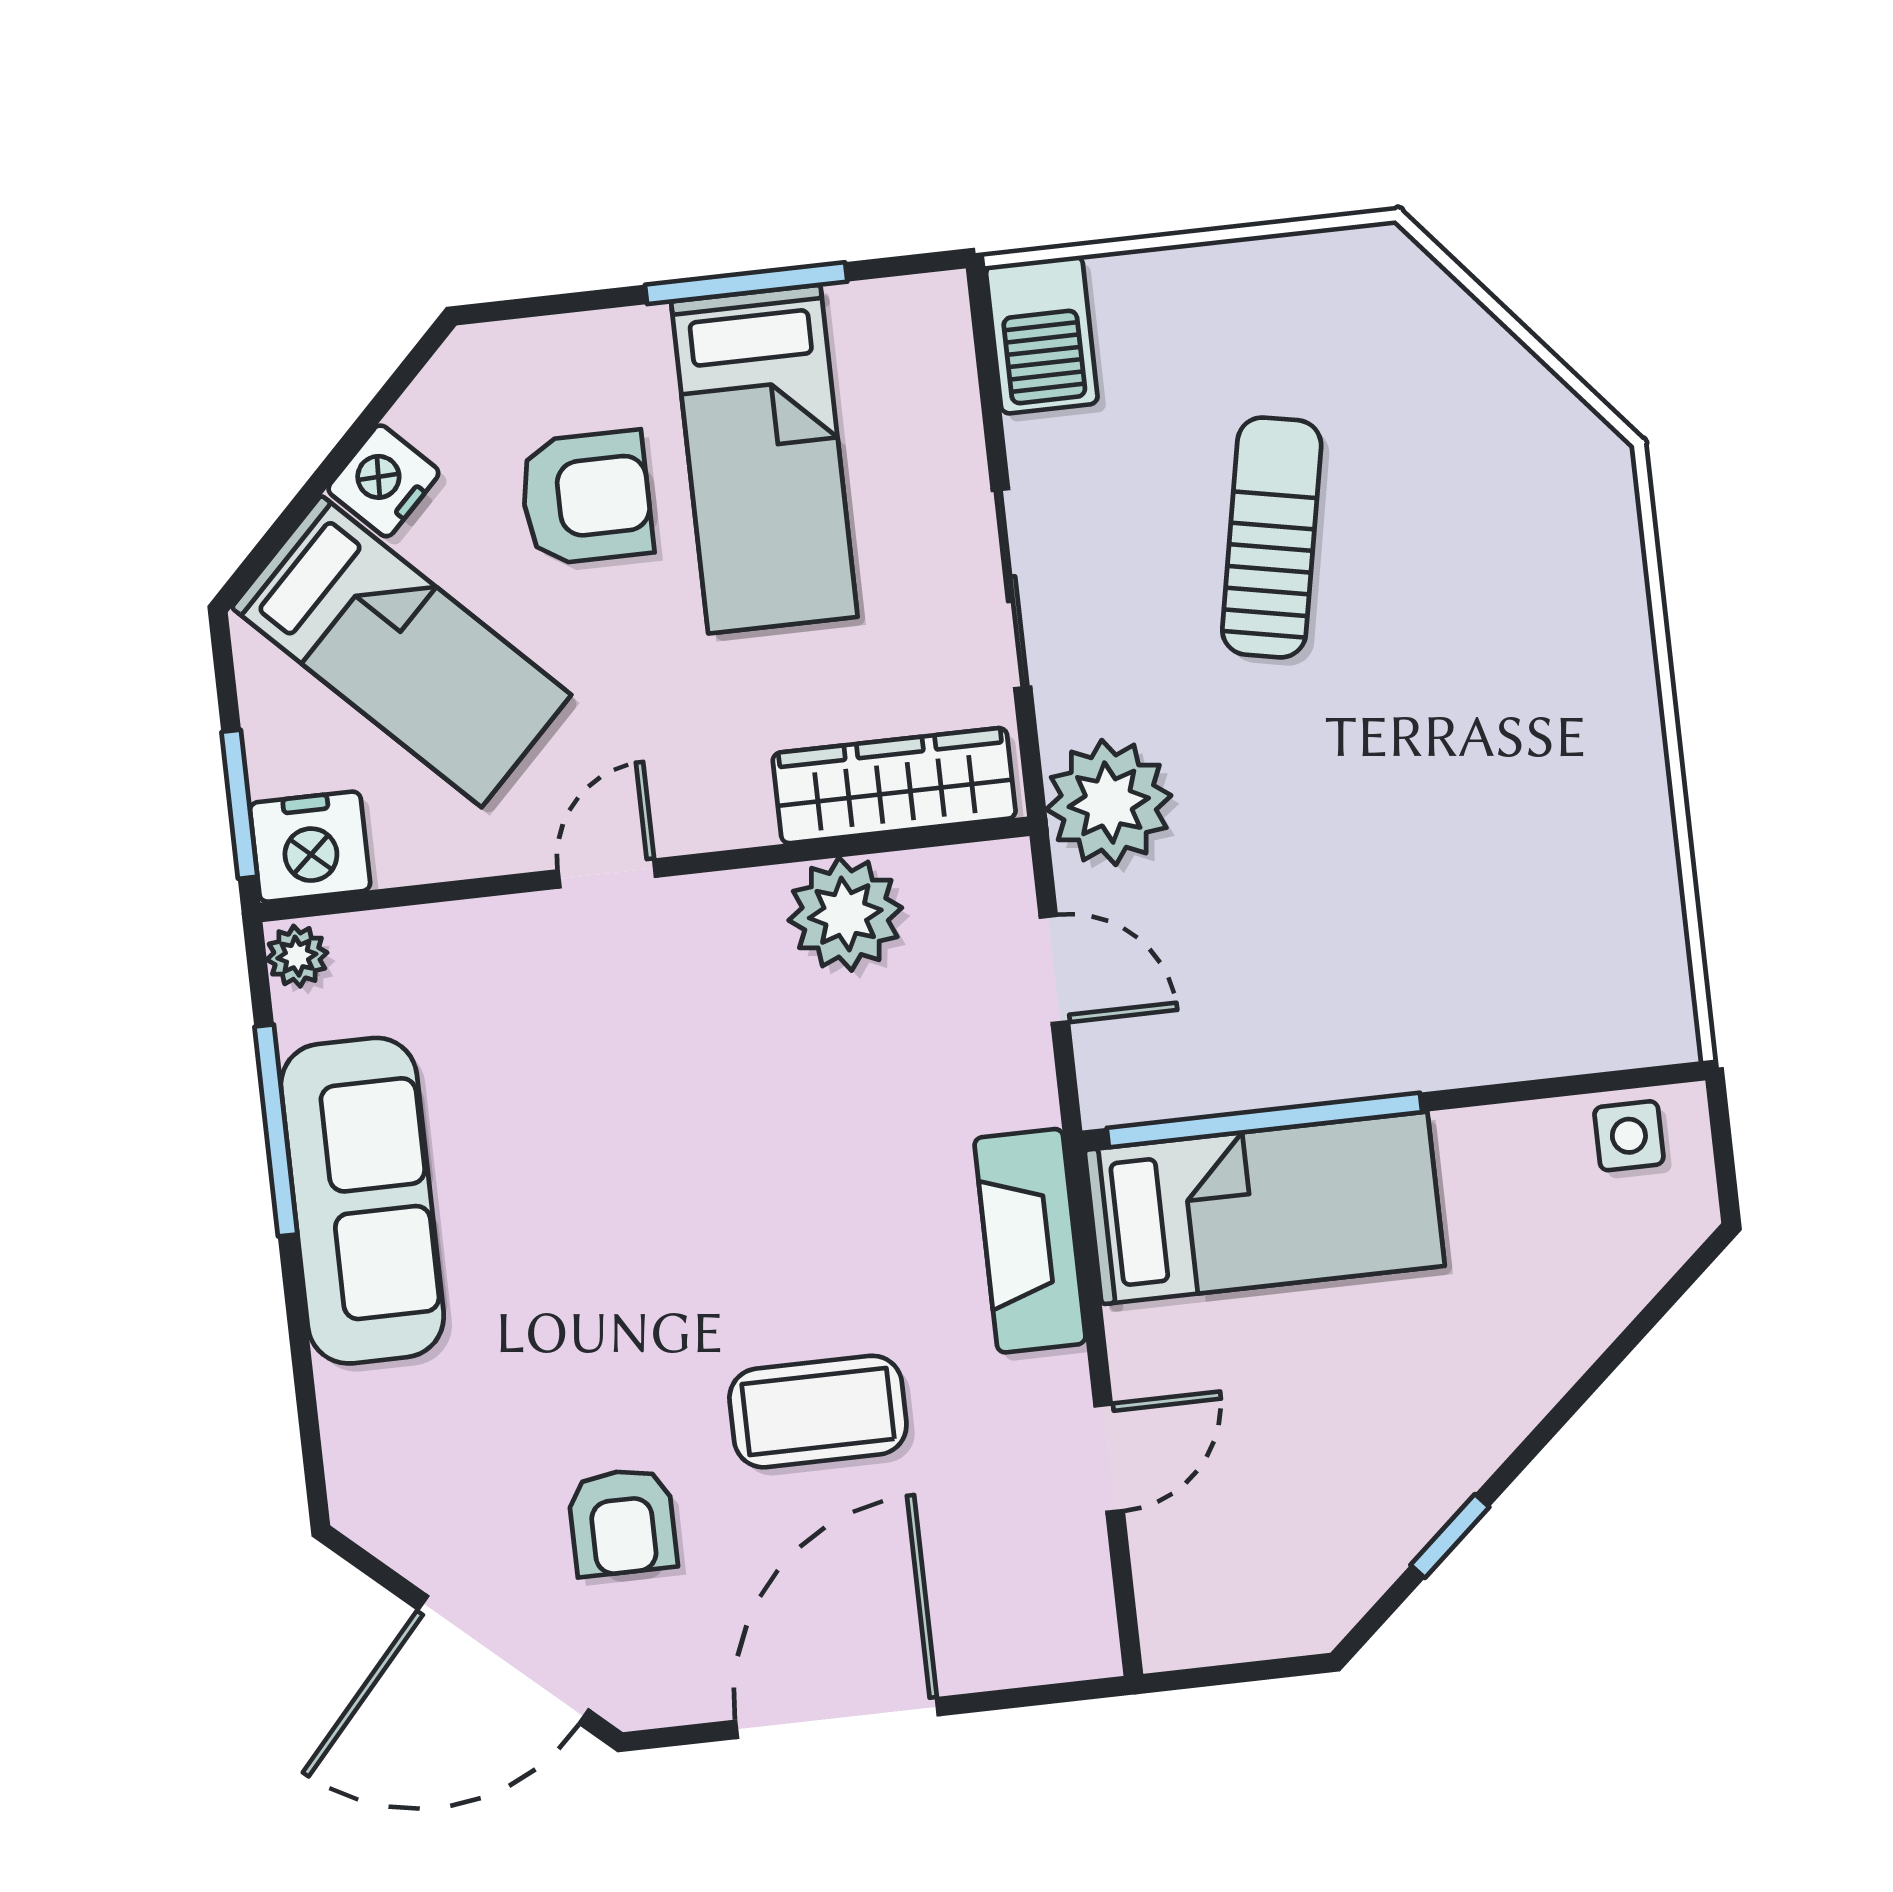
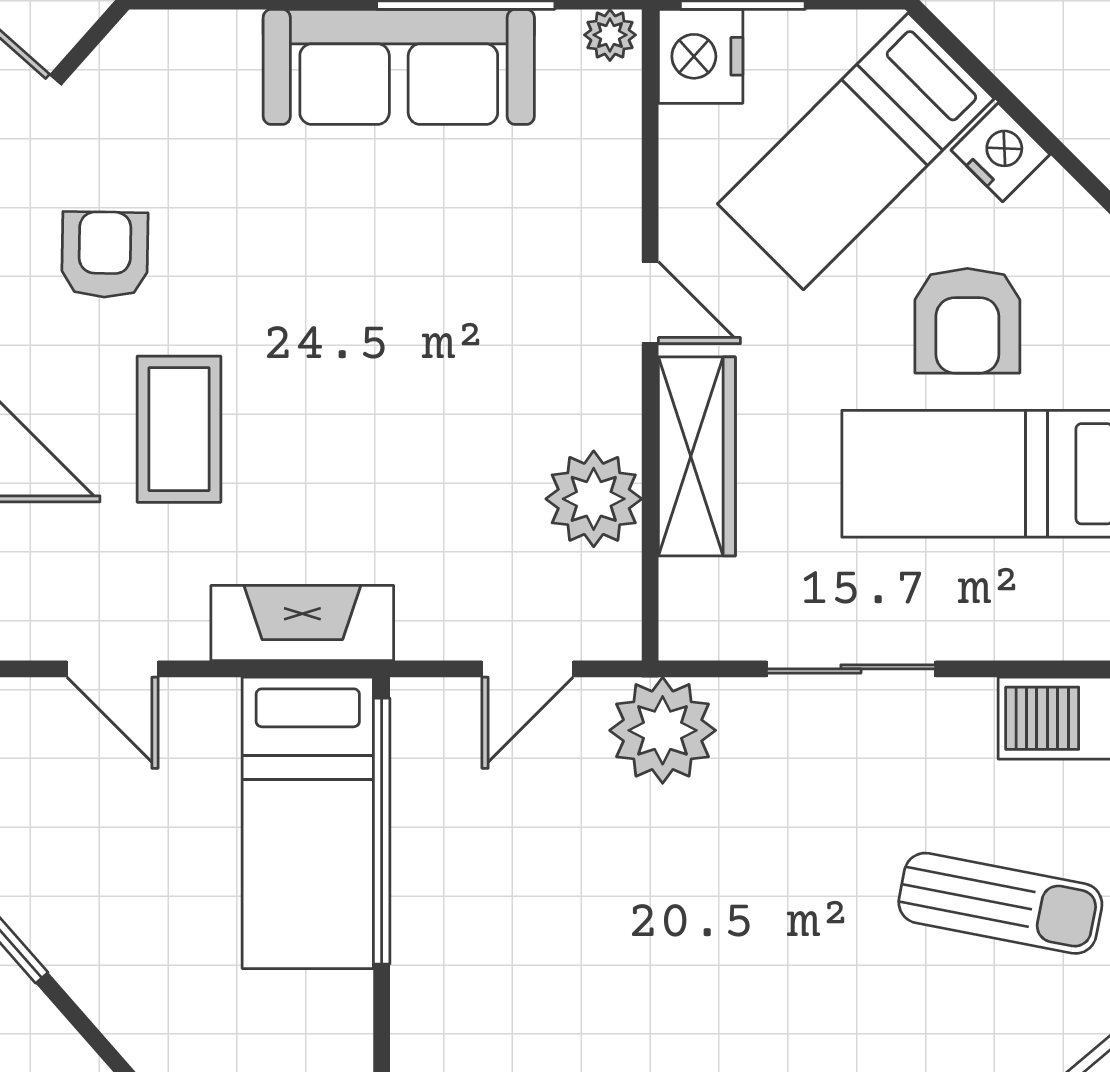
sun lounger: (1272, 537) -> (1000, 903), moved
wardrobe: (894, 786) -> (697, 456), moved
armchair: (622, 1522) -> (105, 255), turned 91

